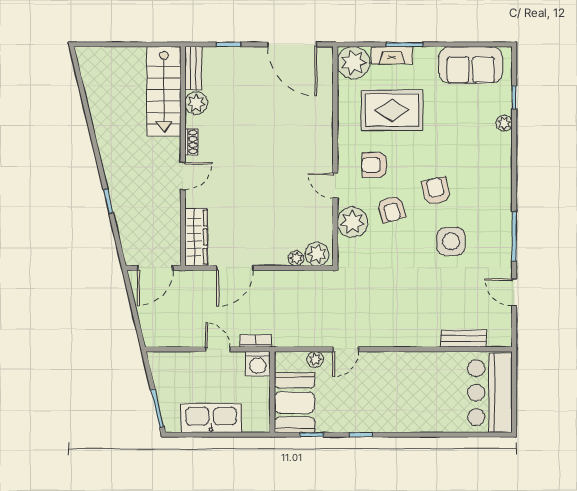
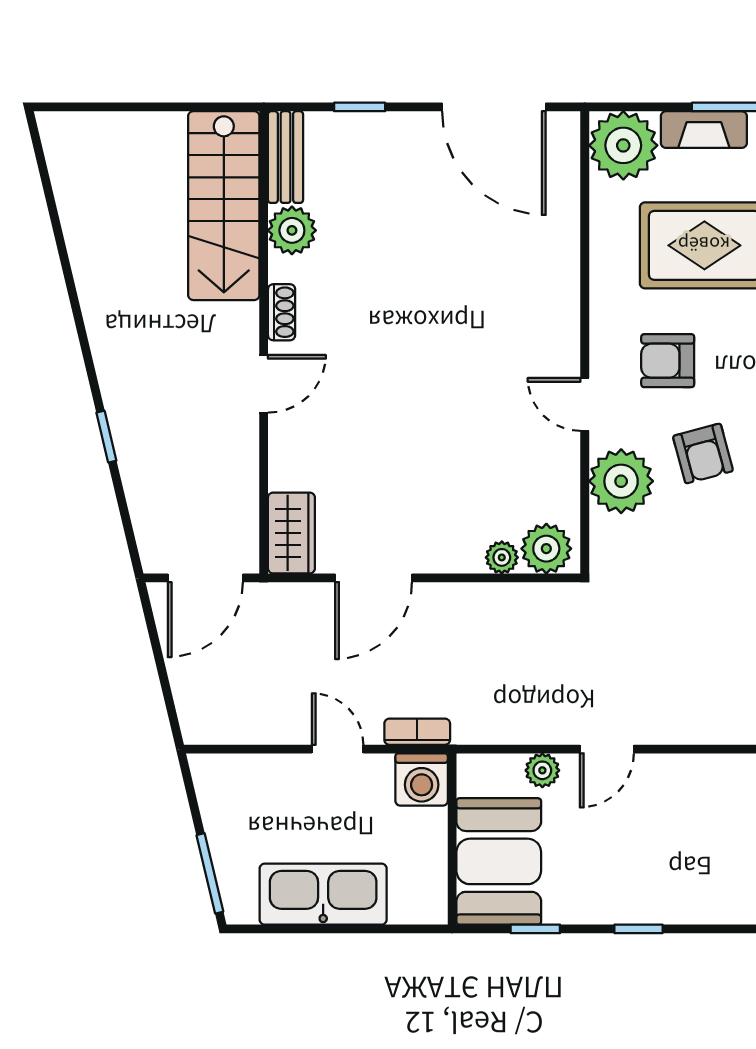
wardrobe: (196, 237) -> (291, 533), width x0.67

